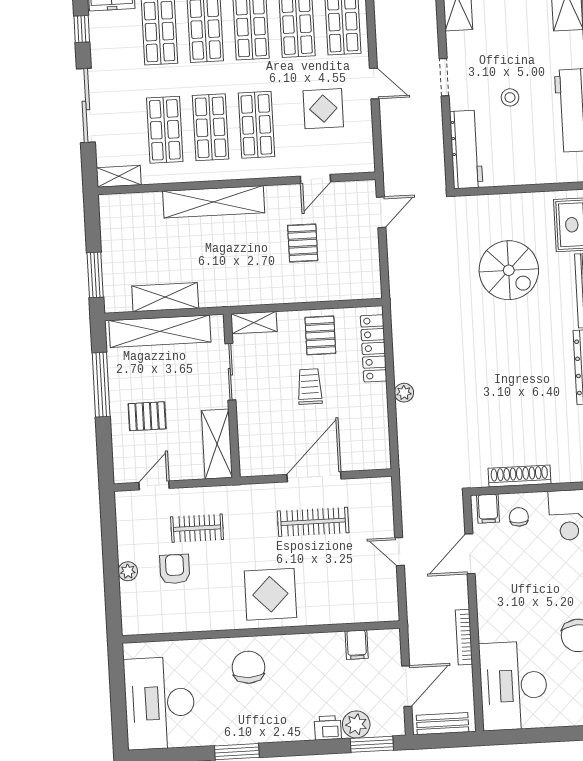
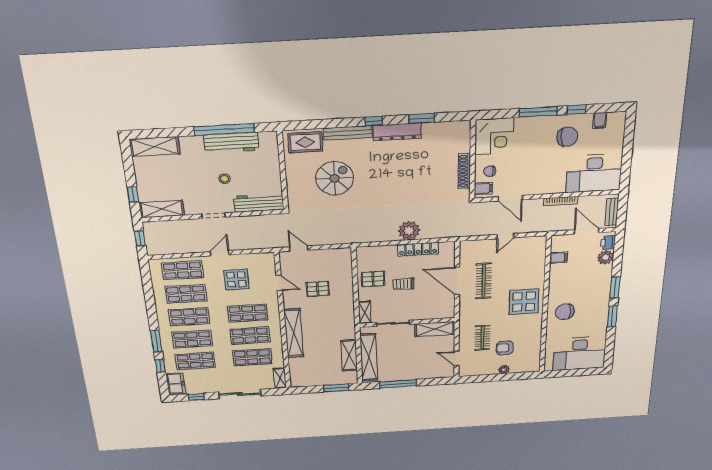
locker: (374, 348) -> (418, 249), moved
plant: (404, 393) -> (409, 231), width x1.88, depth x1.88
pallet: (147, 416) -> (417, 362), removed
printer: (328, 728) -> (608, 243), moved
window: (372, 744) -> (615, 287), moved

